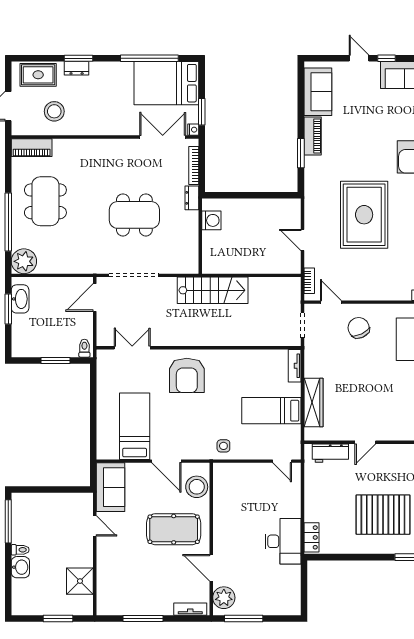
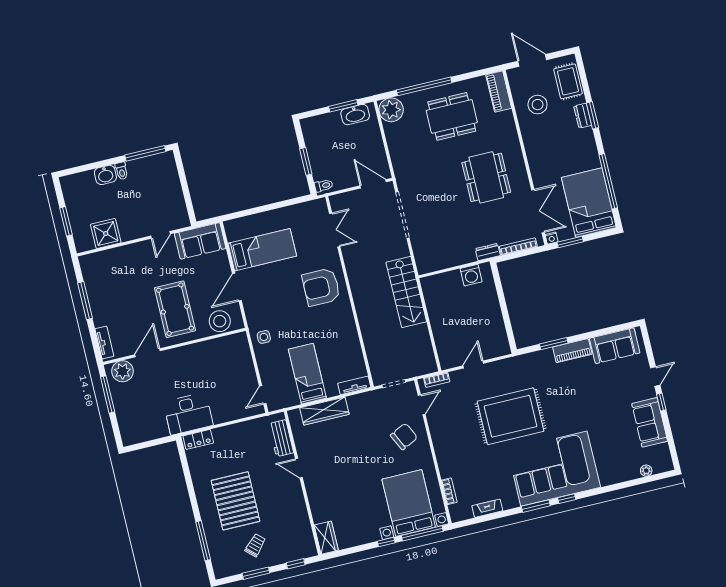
dining table: (134, 215) -> (486, 177), moved

